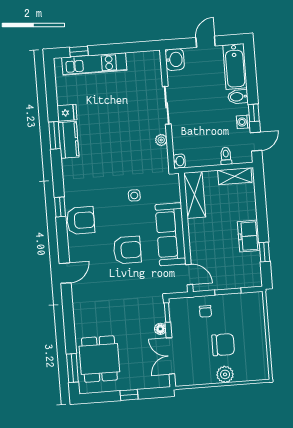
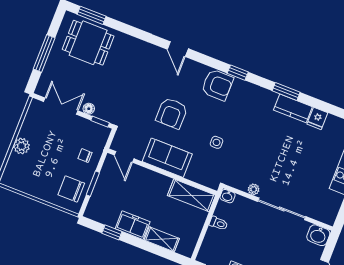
sliding door: (167, 105) -> (282, 209), width x1.37
window: (55, 135) -> (286, 92), moved
toilet: (226, 156) -> (218, 223), moved
shelving: (235, 176) -> (162, 239), moved, turned 90
armchair: (81, 220) -> (217, 85), turned -90
sofa: (171, 234) -> (167, 158), width x0.73
door: (189, 275) -> (124, 157), hinge flipped
chair: (223, 345) -> (71, 189), moved, turned 90
window: (129, 395) -> (44, 53), width x2.17

